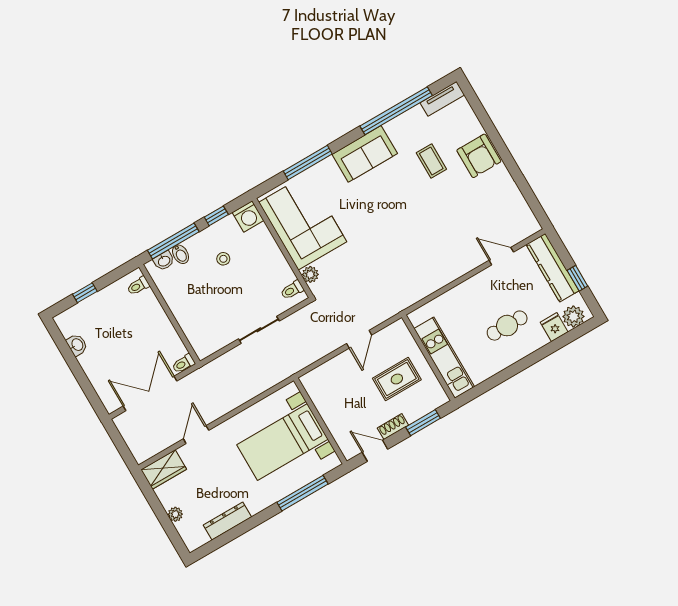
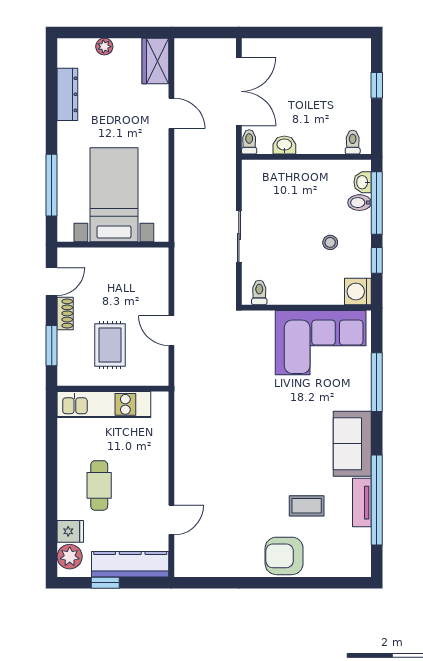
tv unit: (442, 99) -> (362, 503), moved
plant: (310, 274) -> (264, 320), removed
washbasin: (77, 345) -> (284, 145), moved, turned 180

